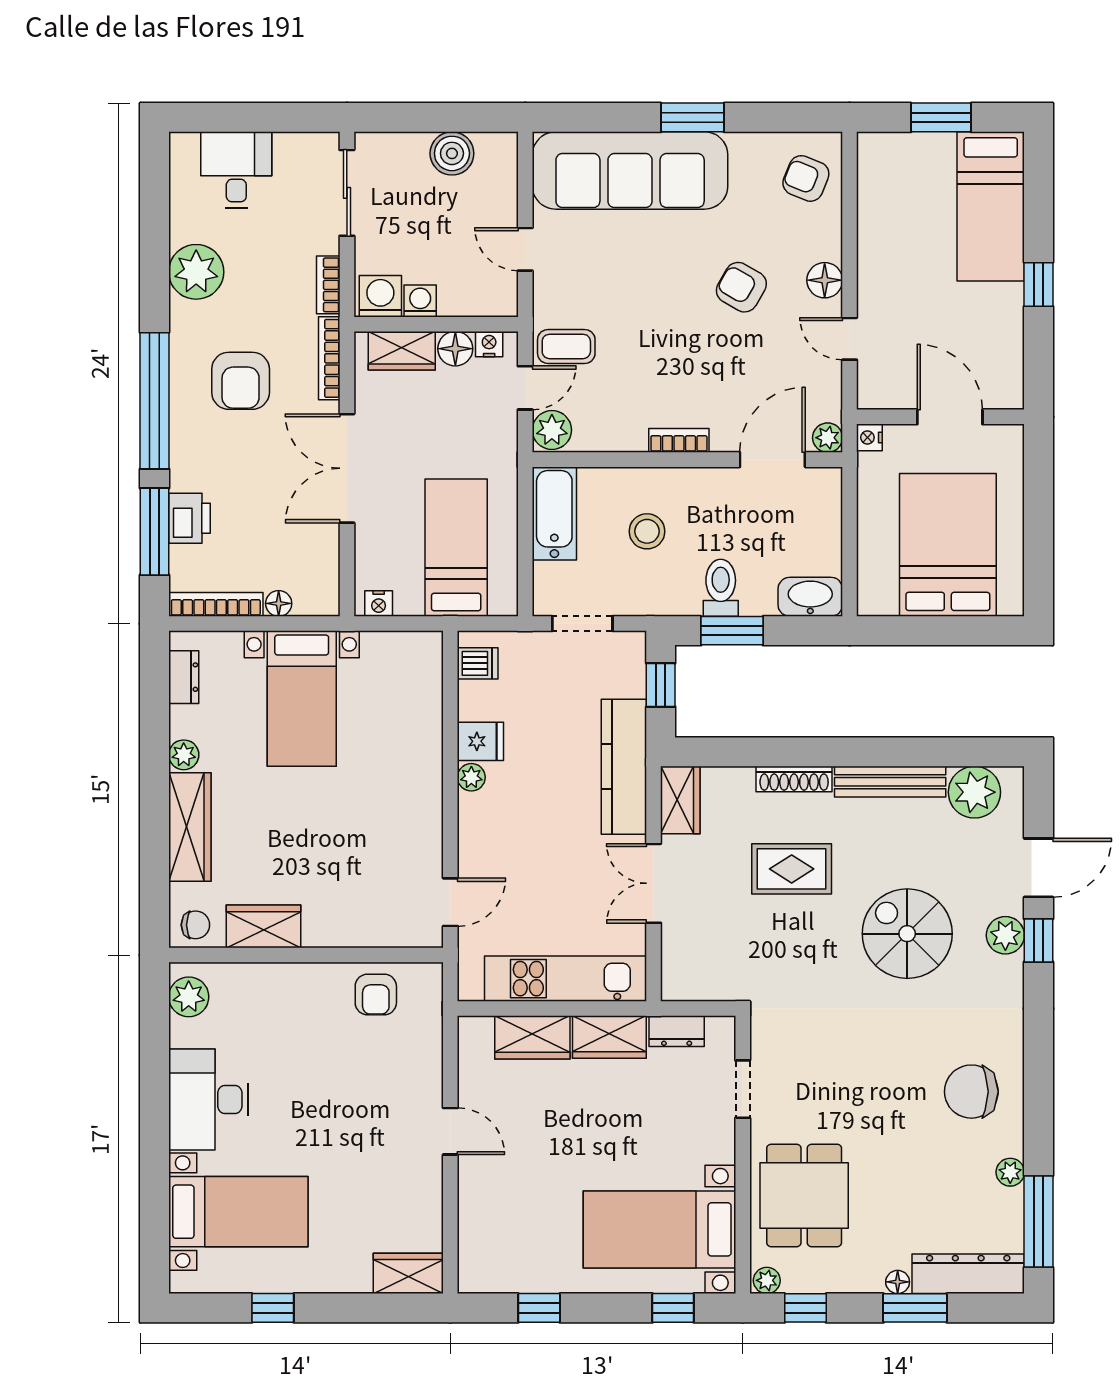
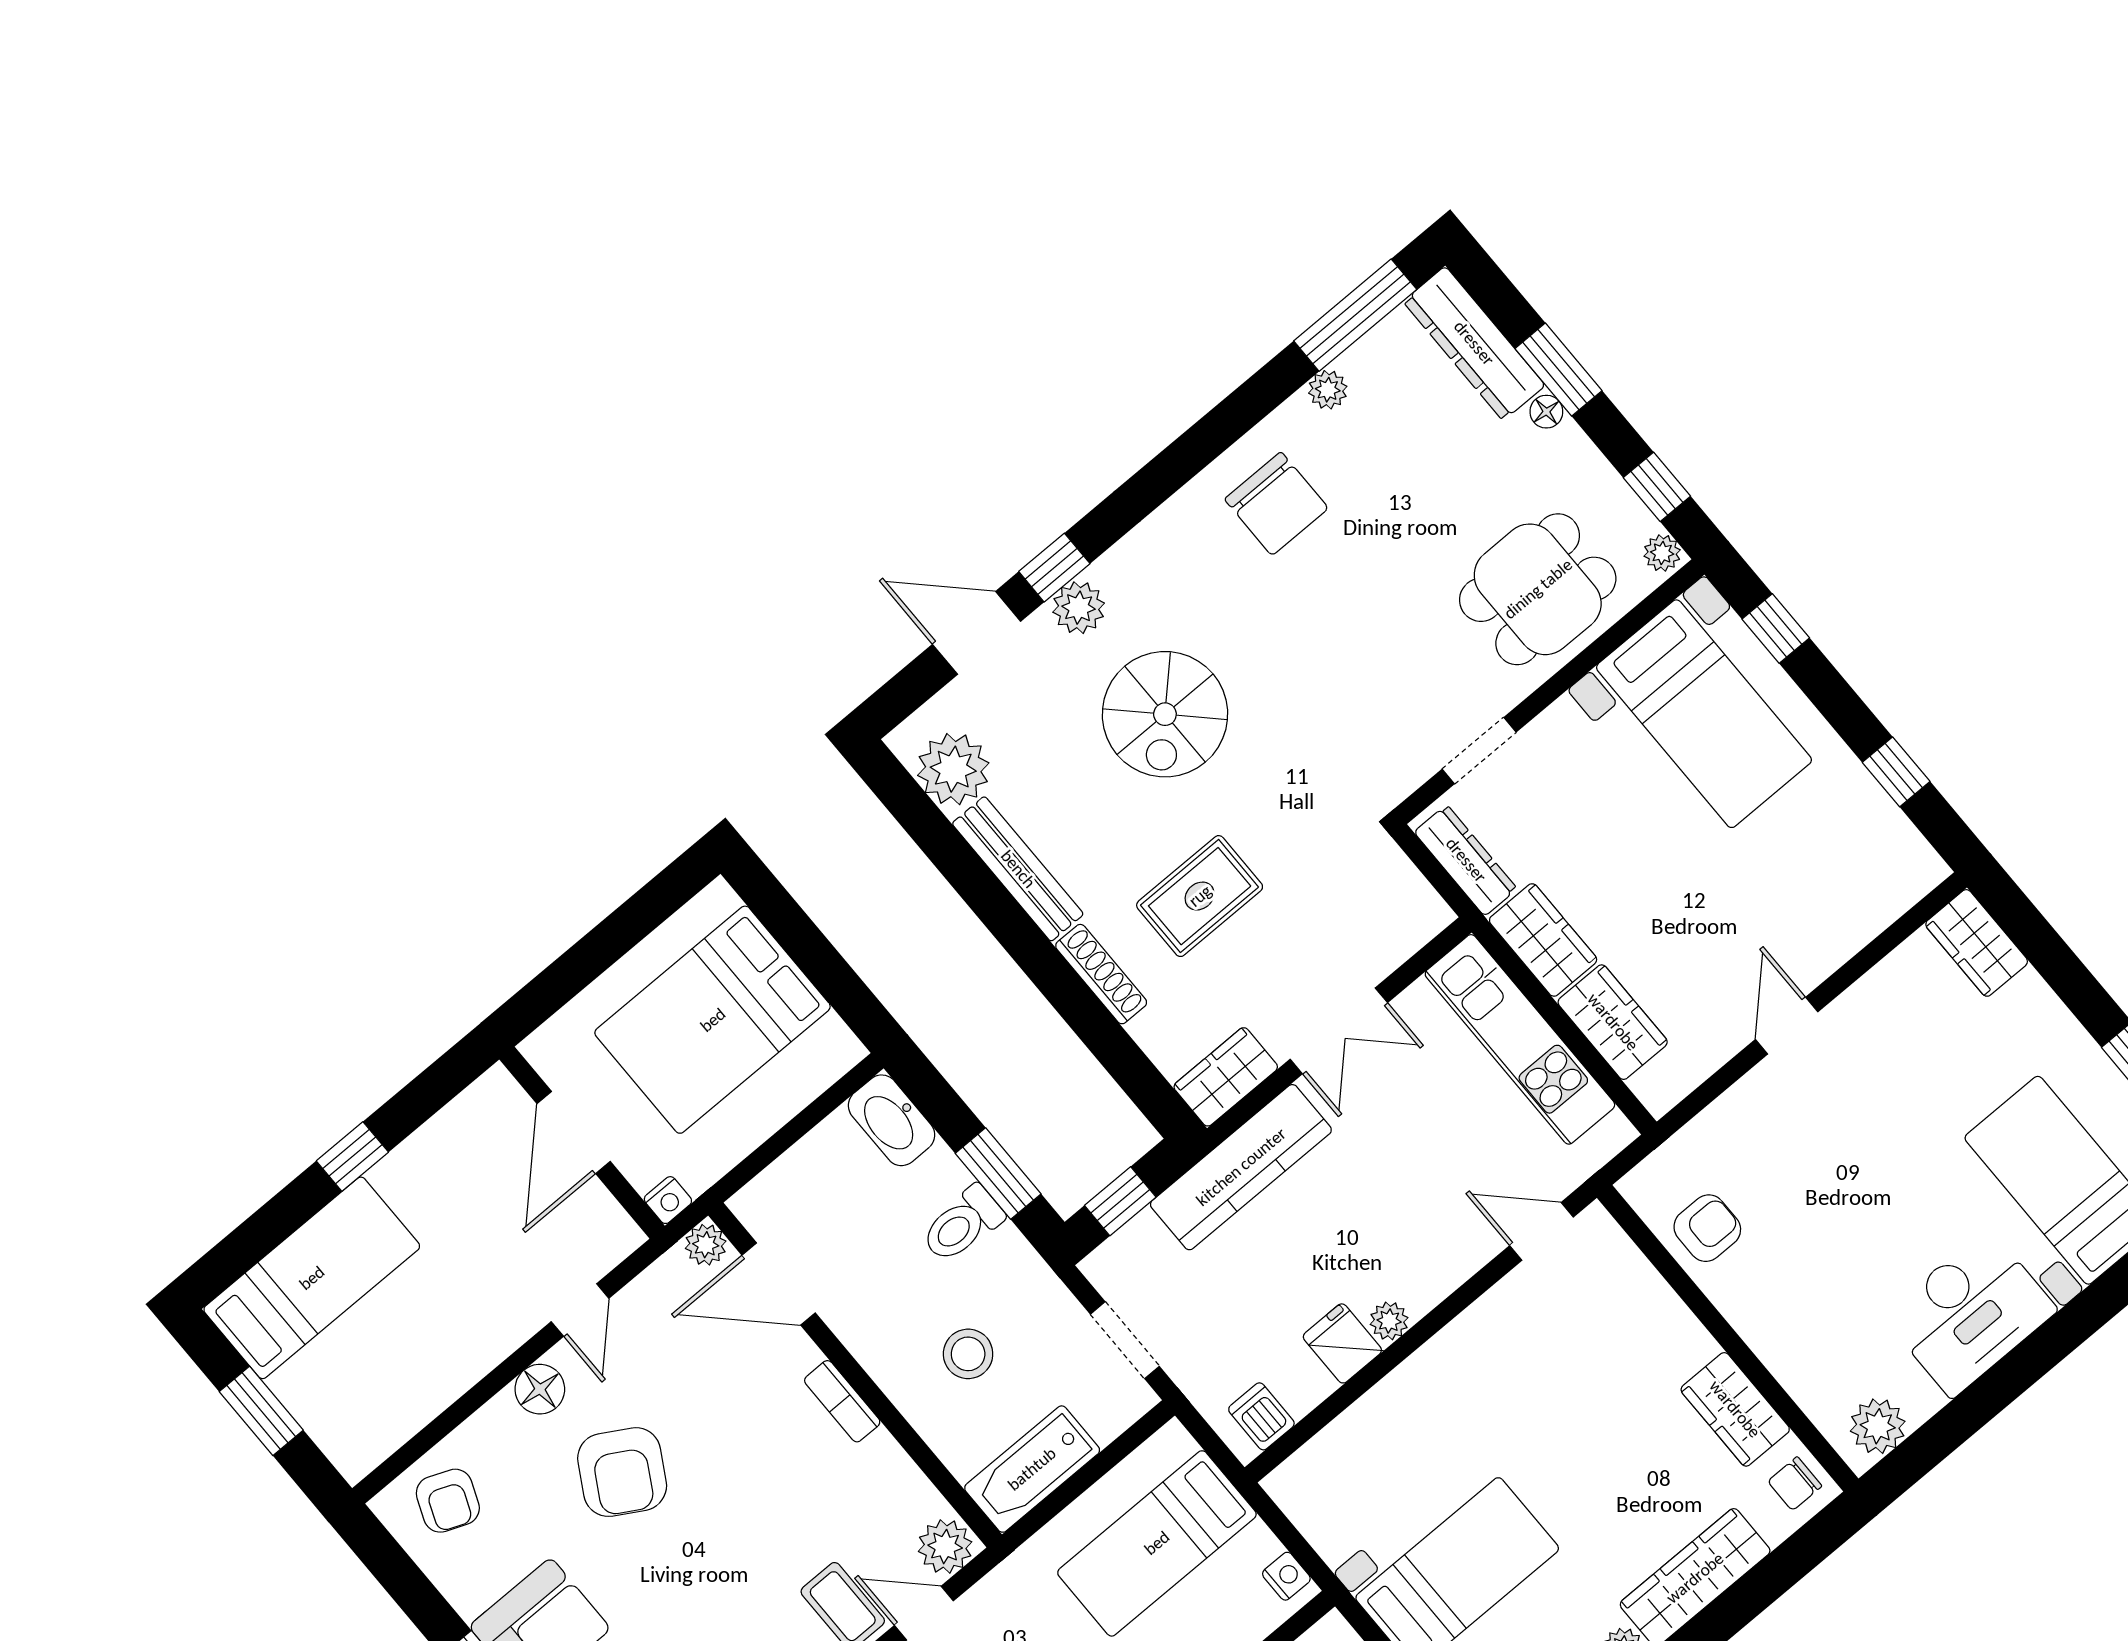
armchair: (741, 287) -> (622, 1472), width x1.38, depth x1.38
rug: (792, 869) -> (1200, 896), turned 90
chair: (195, 925) -> (1795, 1484), turned -90
dresser: (677, 1031) -> (1466, 860), width x1.44

